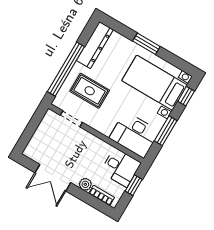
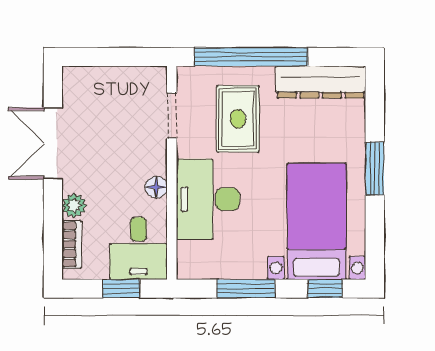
desk: (134, 135) -> (208, 199), moved
floor lamp: (98, 144) -> (156, 187), added

